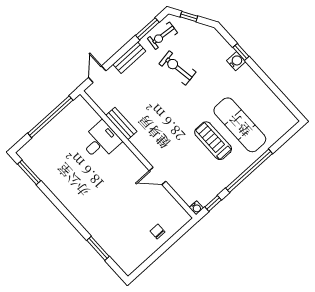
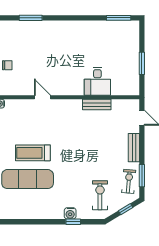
exercise bike: (177, 68) -> (100, 195), moved, turned -81
window: (50, 117) -> (142, 63), width x0.47
treadmill: (213, 141) -> (33, 153), turned 180
door: (158, 176) -> (42, 97), hinge flipped

